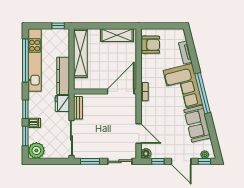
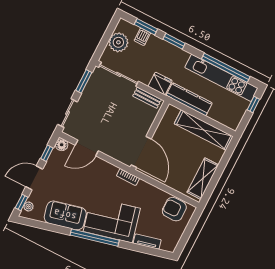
window: (58, 26) -> (253, 104), moved
armchair: (151, 45) -> (174, 209), turned 90
dishwasher: (34, 123) -> (142, 37), moved
plant: (36, 150) -> (118, 42), moved

